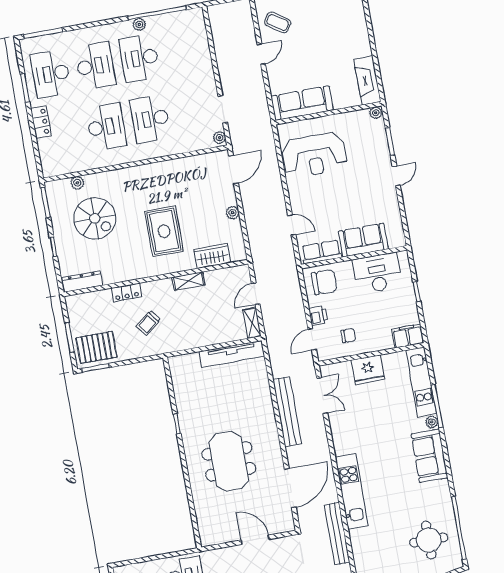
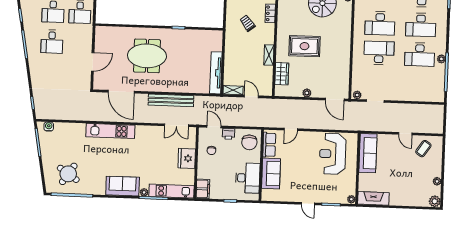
desk: (139, 58) -> (420, 54), turned 180
bench: (337, 534) -> (85, 116), removed
round table: (429, 540) -> (68, 174), turned 34

